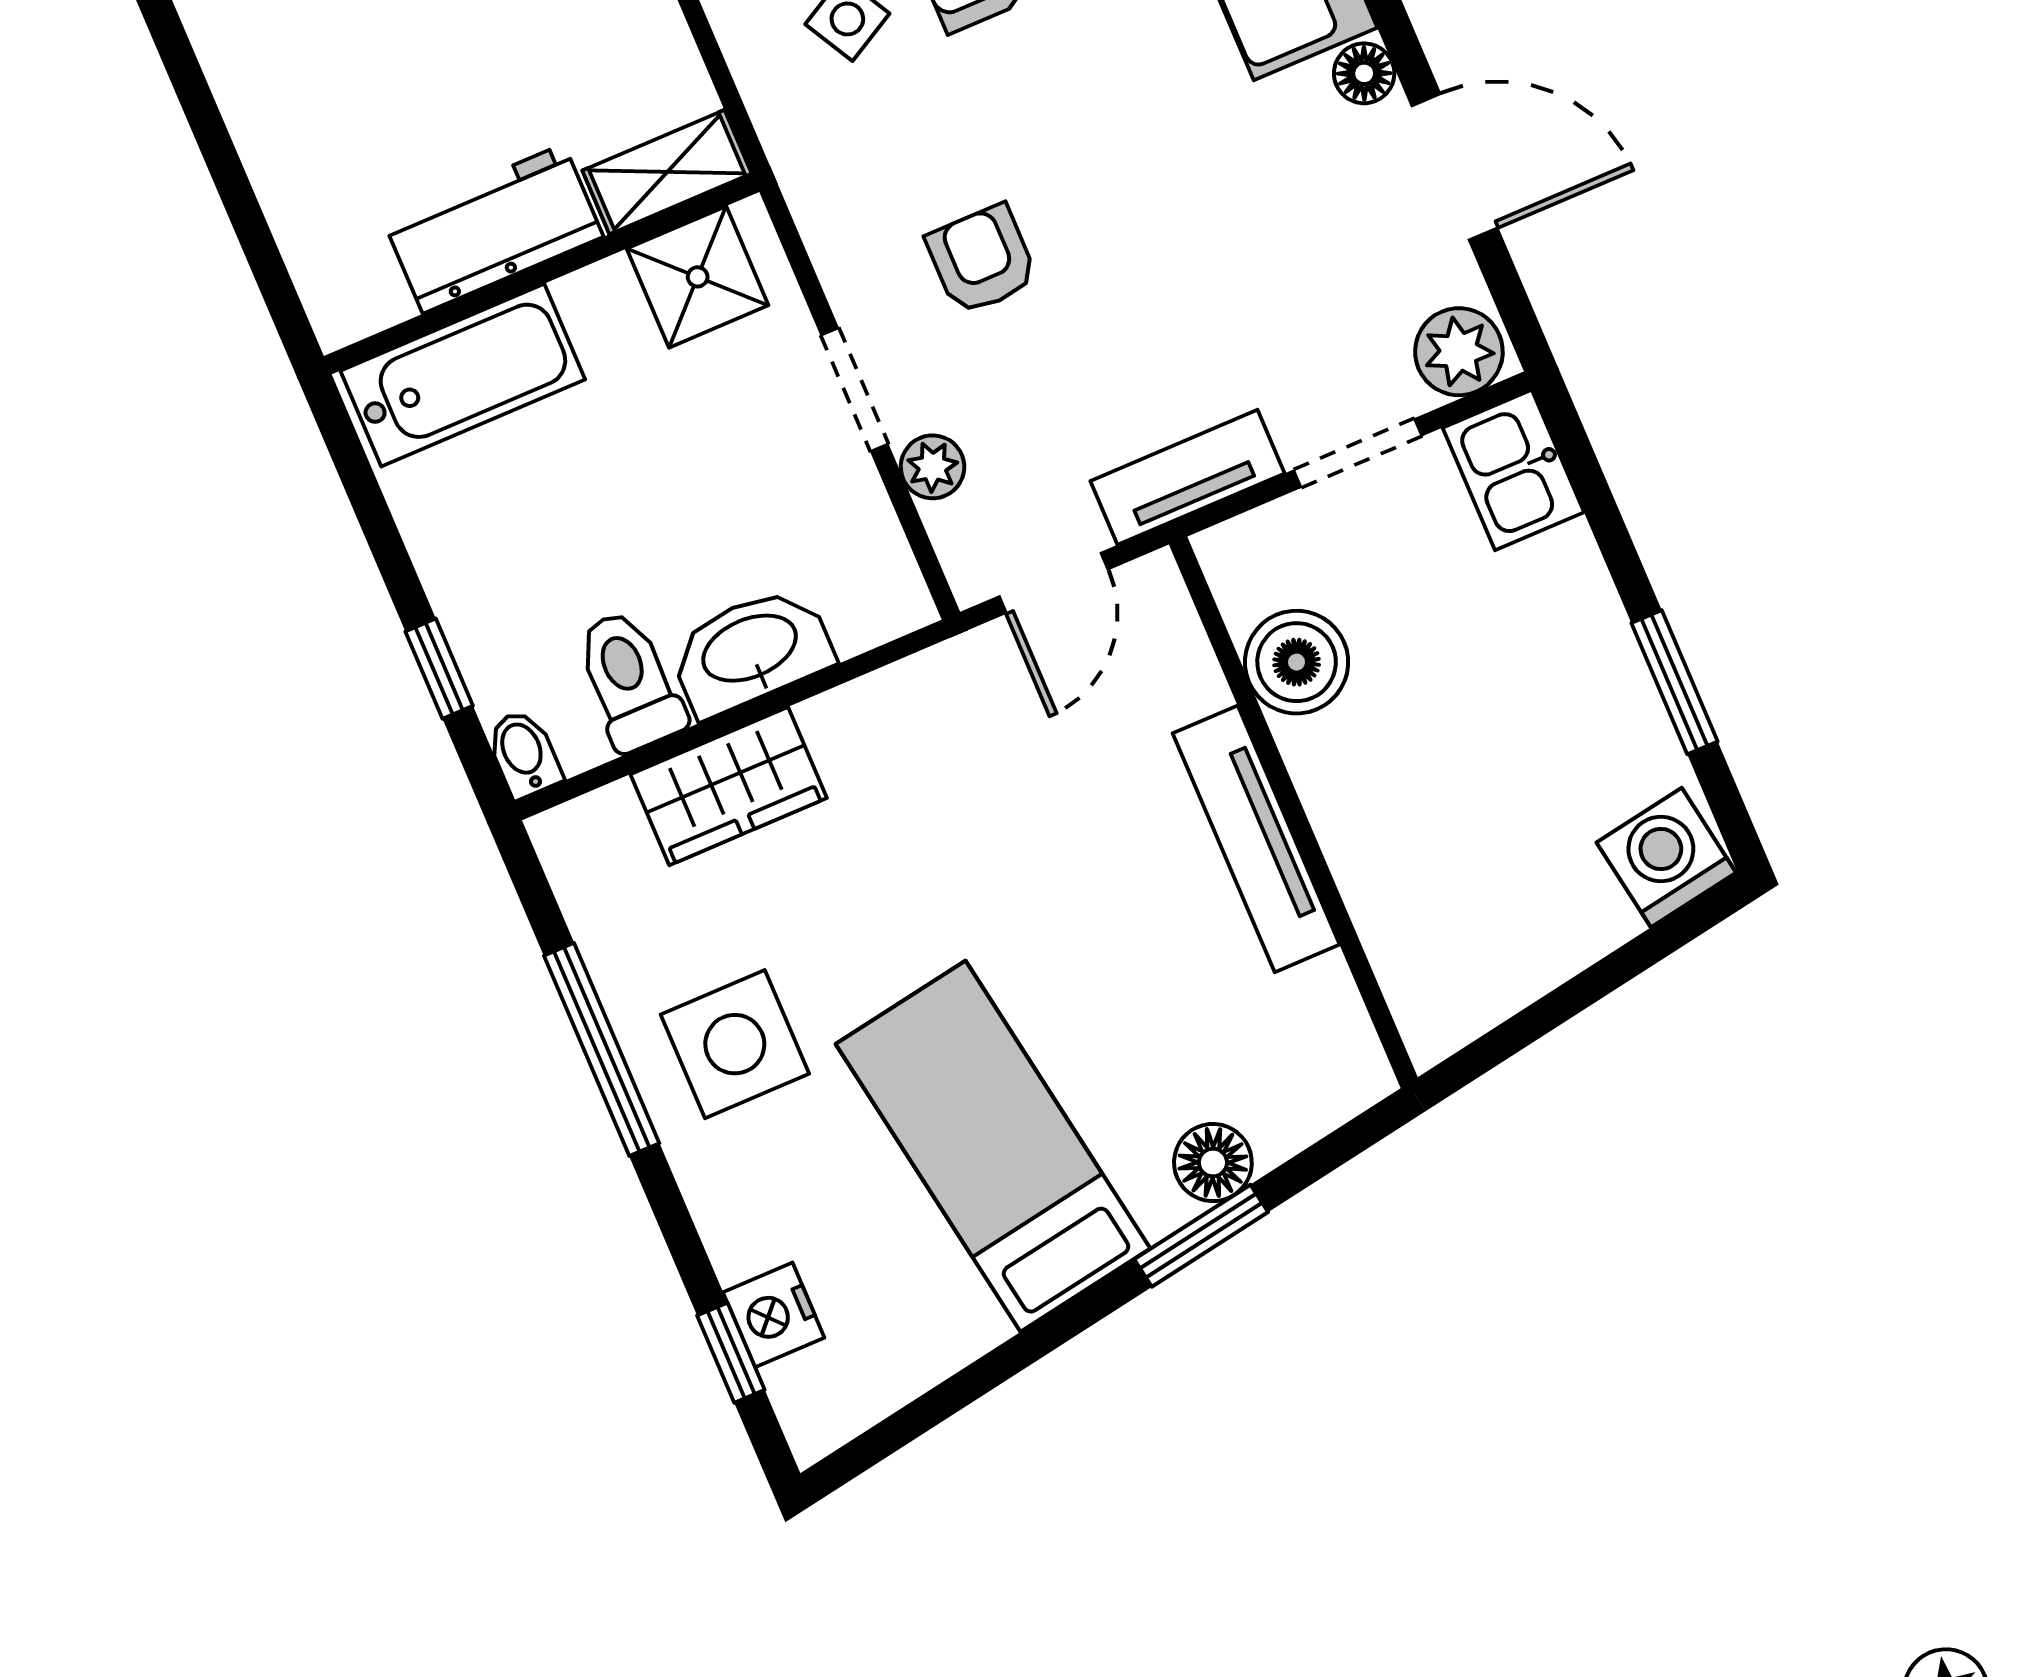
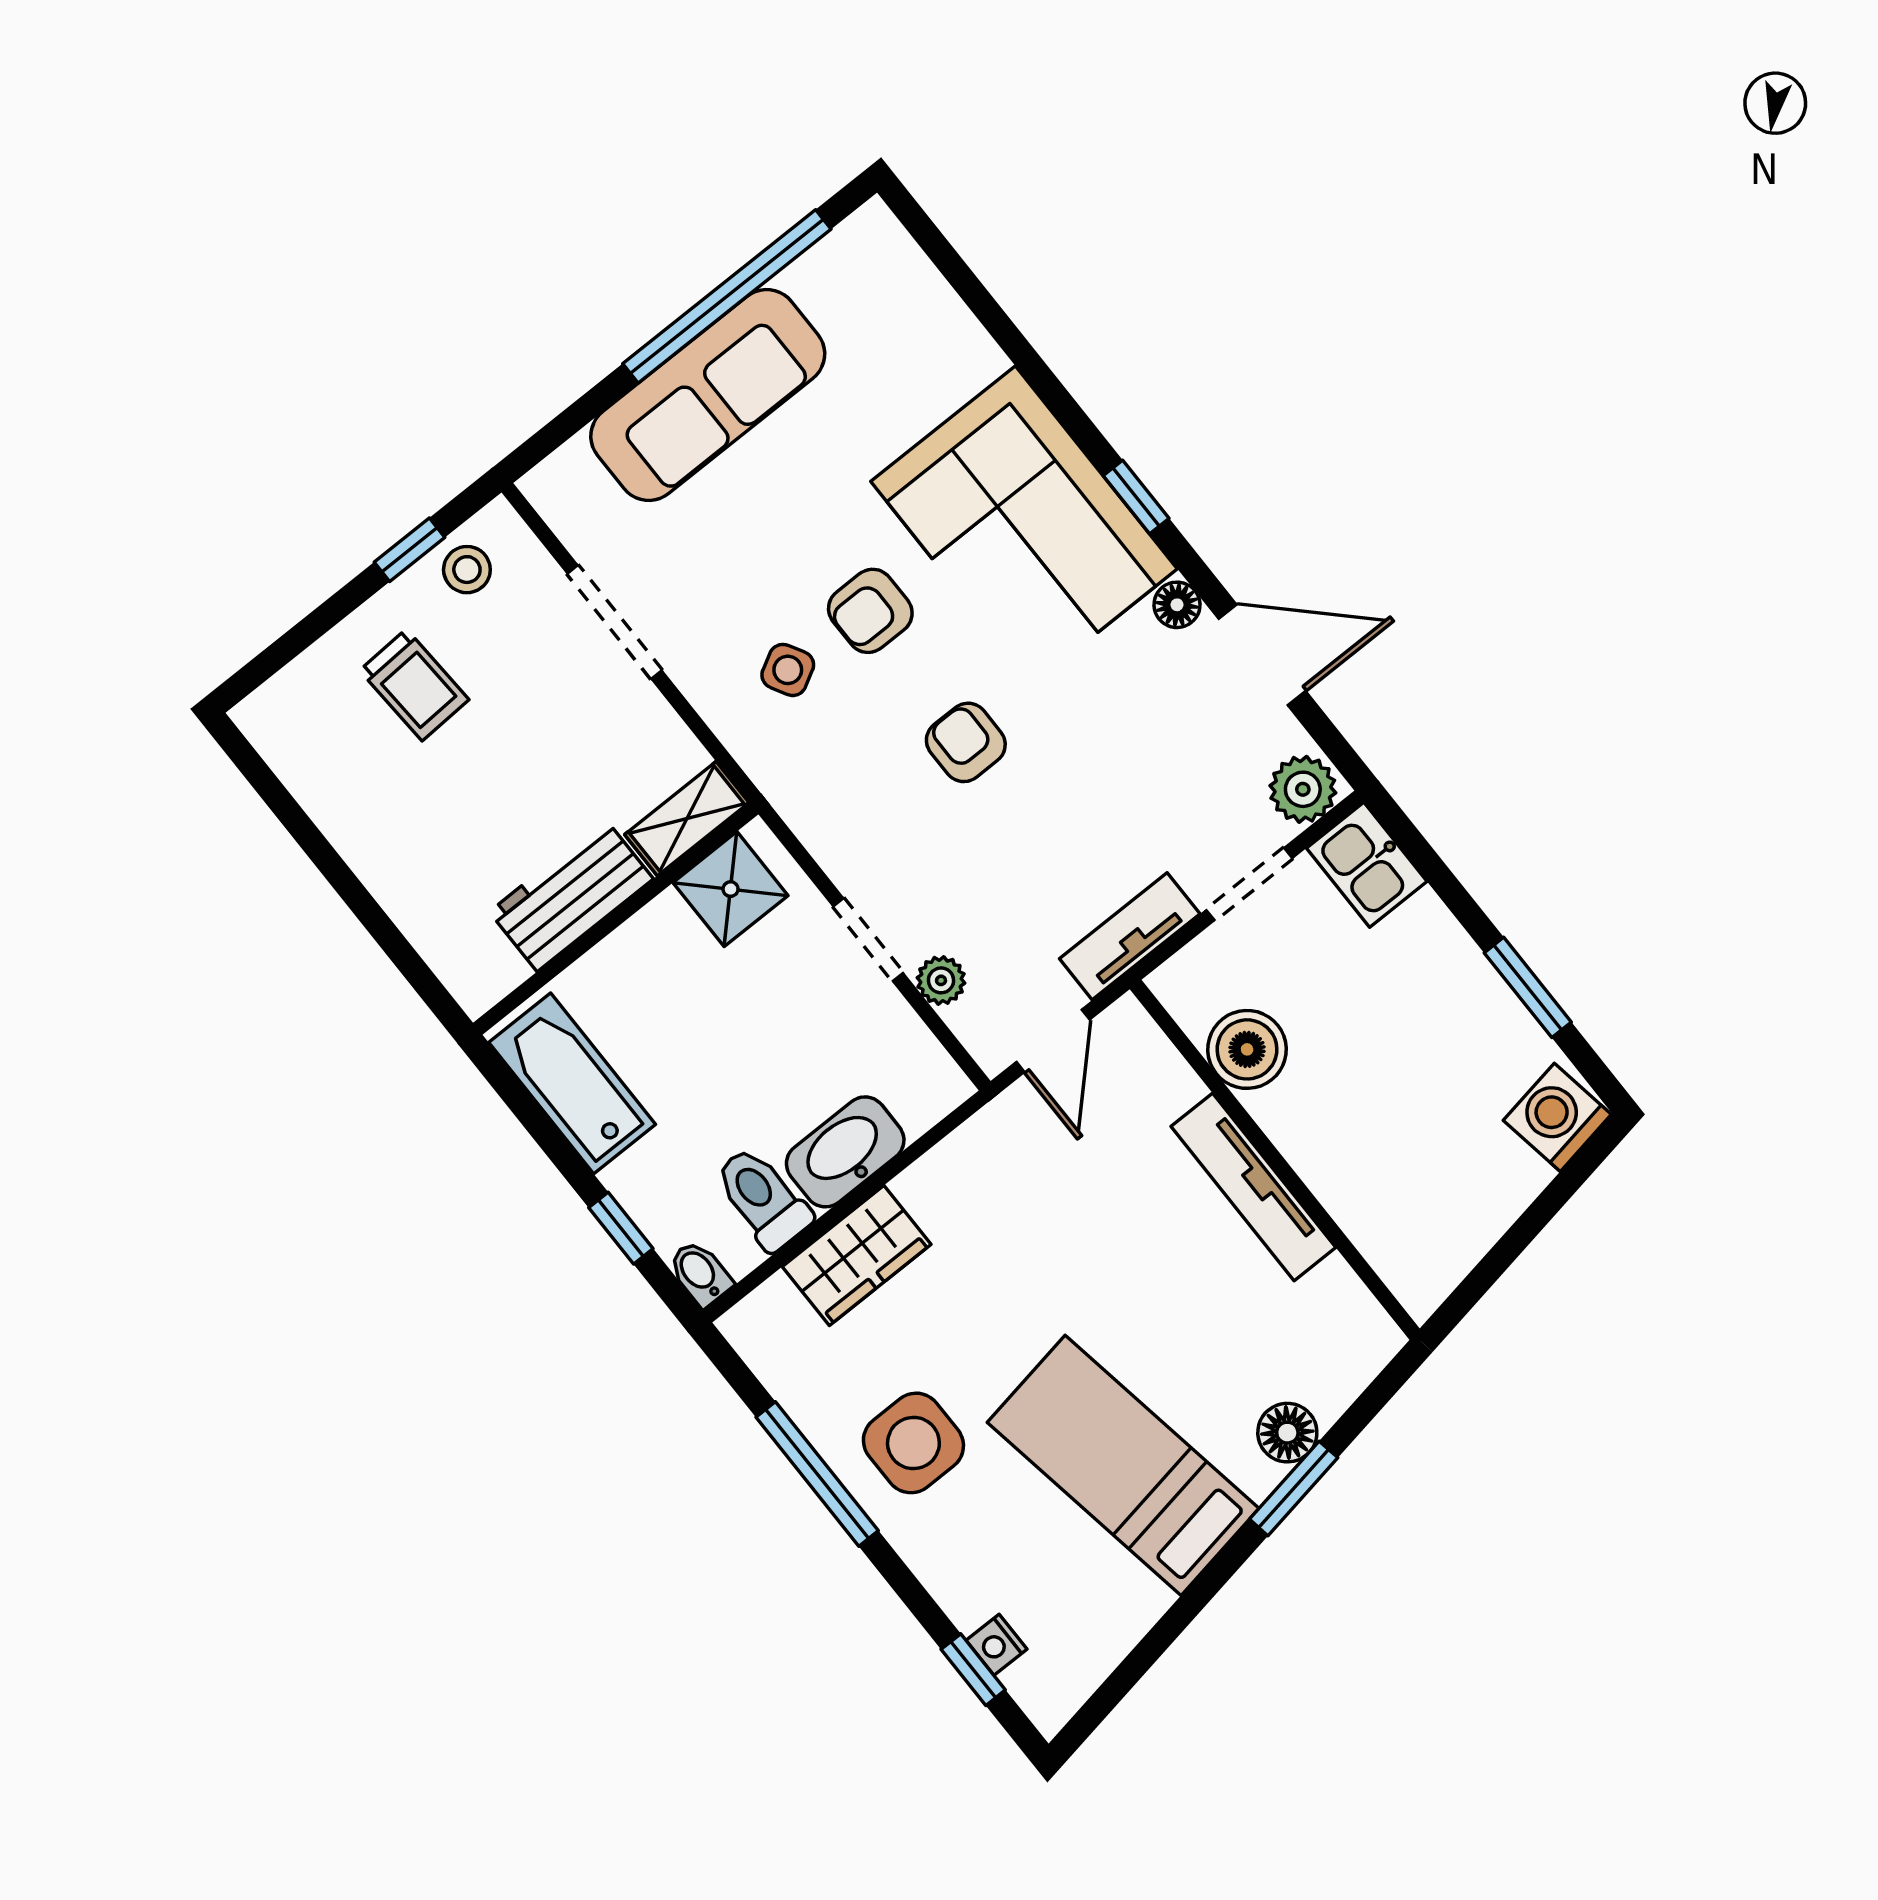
armchair: (982, 260) -> (966, 742), moved
bathtub: (463, 375) -> (572, 1083), moved, turned -90
nightstand: (774, 1315) -> (996, 1645), width x0.72, depth x0.74

